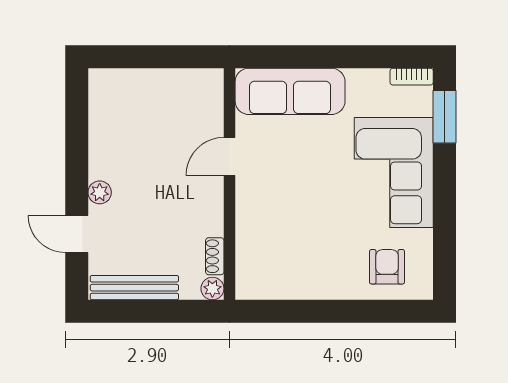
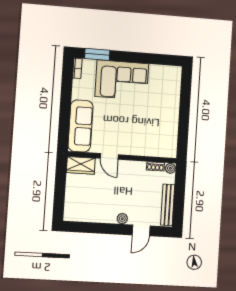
wardrobe: (207, 97) -> (81, 165), added
armchair: (387, 267) -> (165, 86), removed

